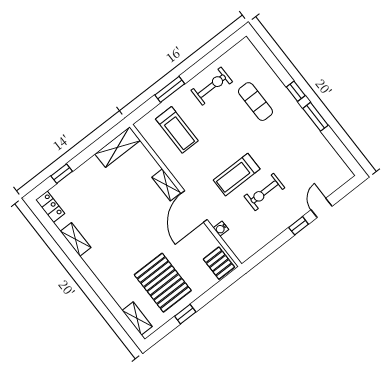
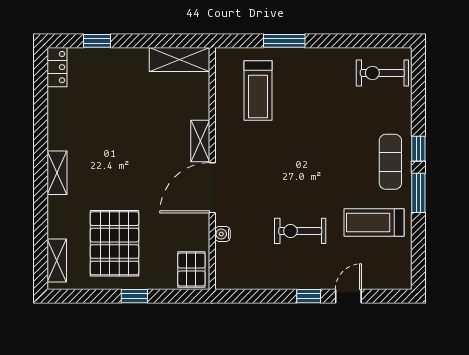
exercise bike: (212, 86) -> (382, 73), moved, turned 180
exercise mat: (255, 102) -> (390, 162), moved
treadmill: (237, 175) -> (374, 223), moved
shelving: (76, 239) -> (57, 173), moved
window: (185, 314) -> (134, 296), moved

